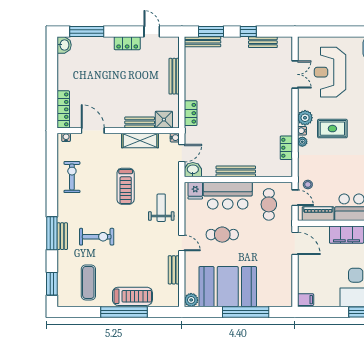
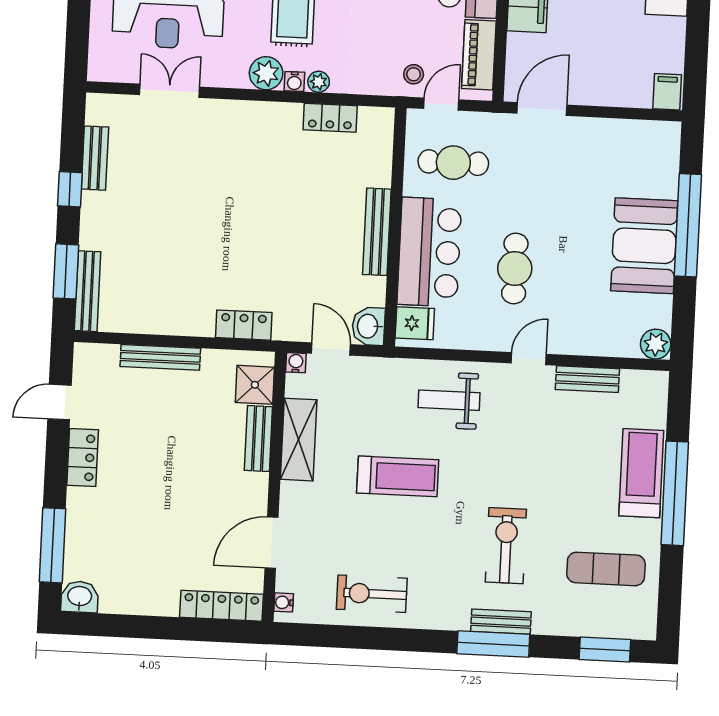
booth: (228, 287) -> (644, 246), width x0.73, depth x0.70

